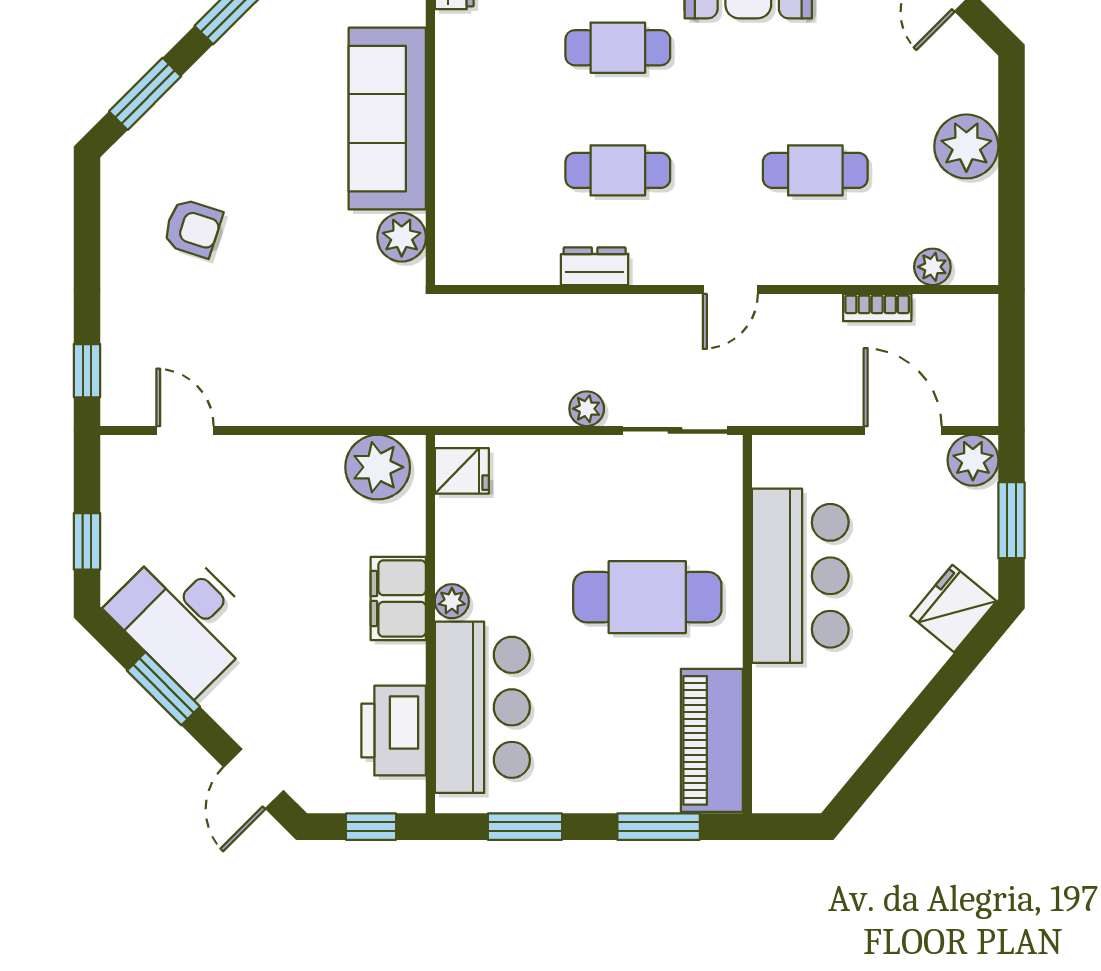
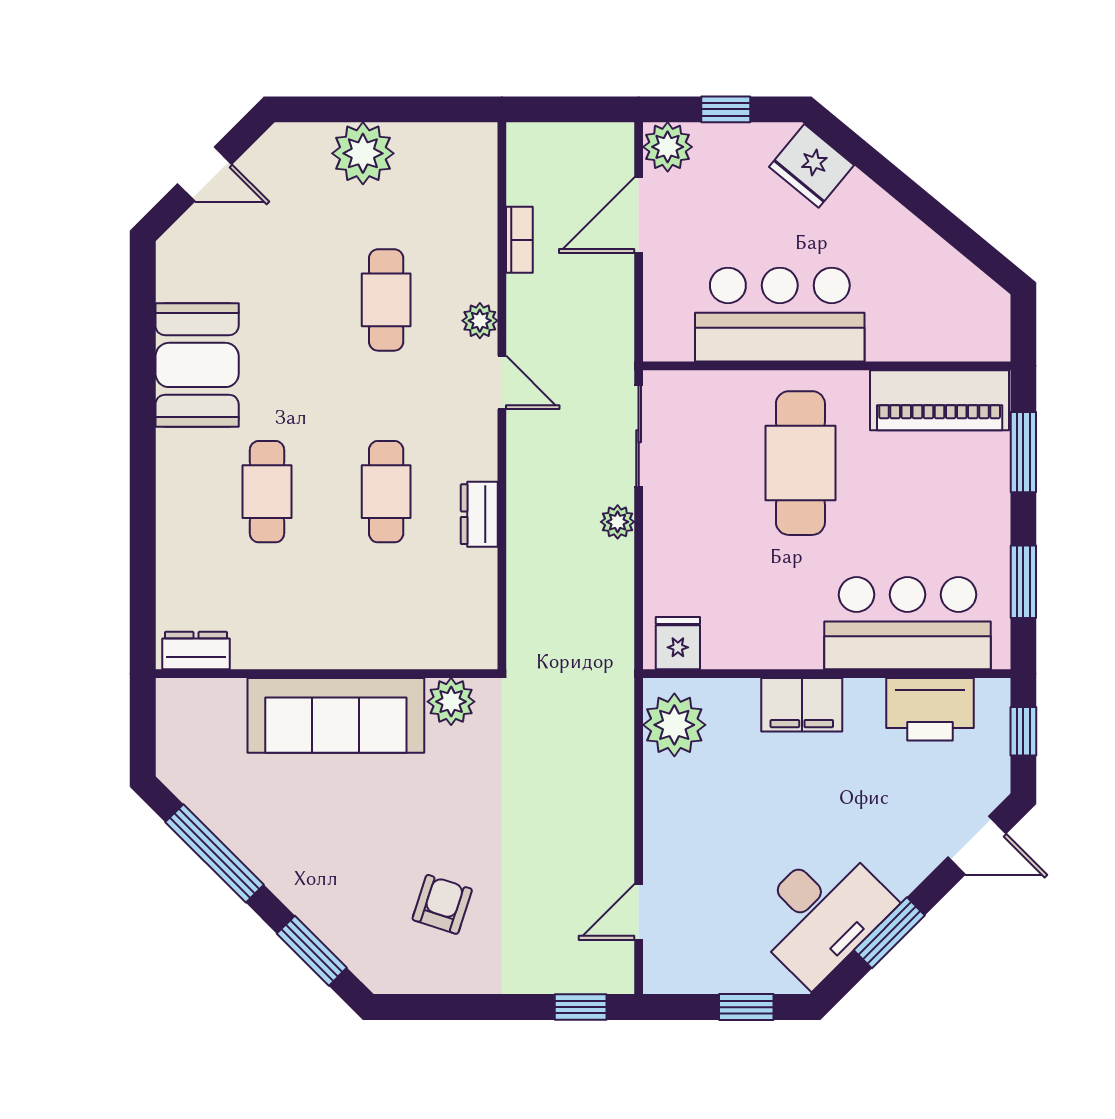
plant: (932, 267) -> (480, 321), moved
window: (1012, 520) -> (726, 109), width x0.67
plant: (452, 601) -> (804, 653), removed

